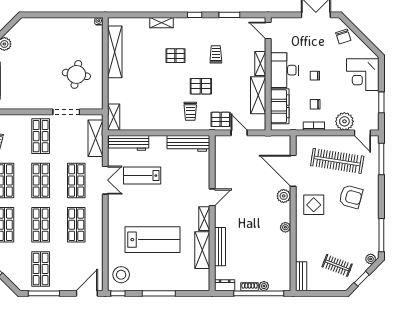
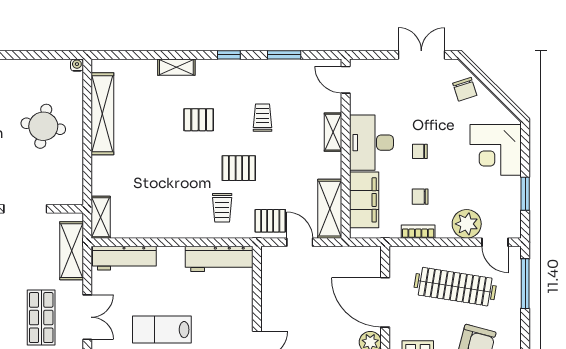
round table: (76, 74) -> (43, 126), moved
shelving: (258, 95) -> (330, 209), moved
lab bench: (142, 176) -> (162, 330), moved

